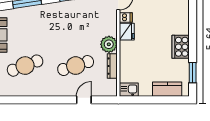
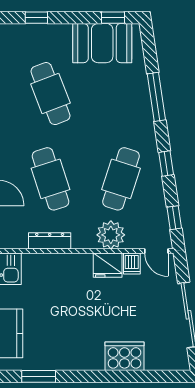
cafe table: (76, 24) -> (121, 179), added
plant: (109, 44) -> (111, 235), moved
cooker: (181, 47) -> (124, 356), moved

